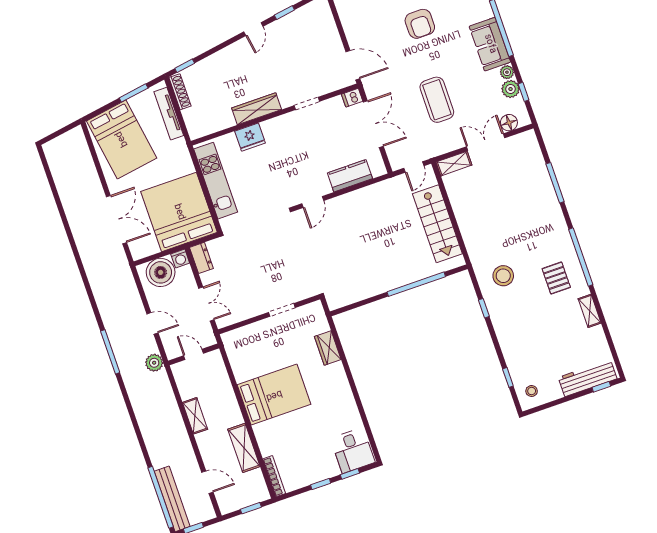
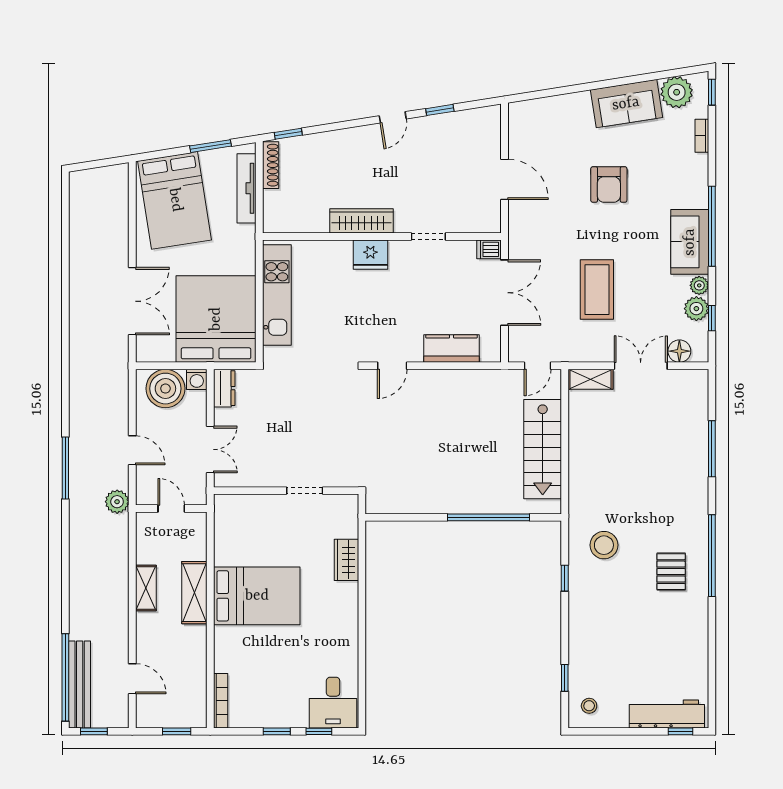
door: (353, 65) -> (505, 179), moved
fridge: (250, 137) -> (370, 255), moved
shelving: (590, 311) -> (699, 629), removed
shelving: (244, 448) -> (194, 593), moved

